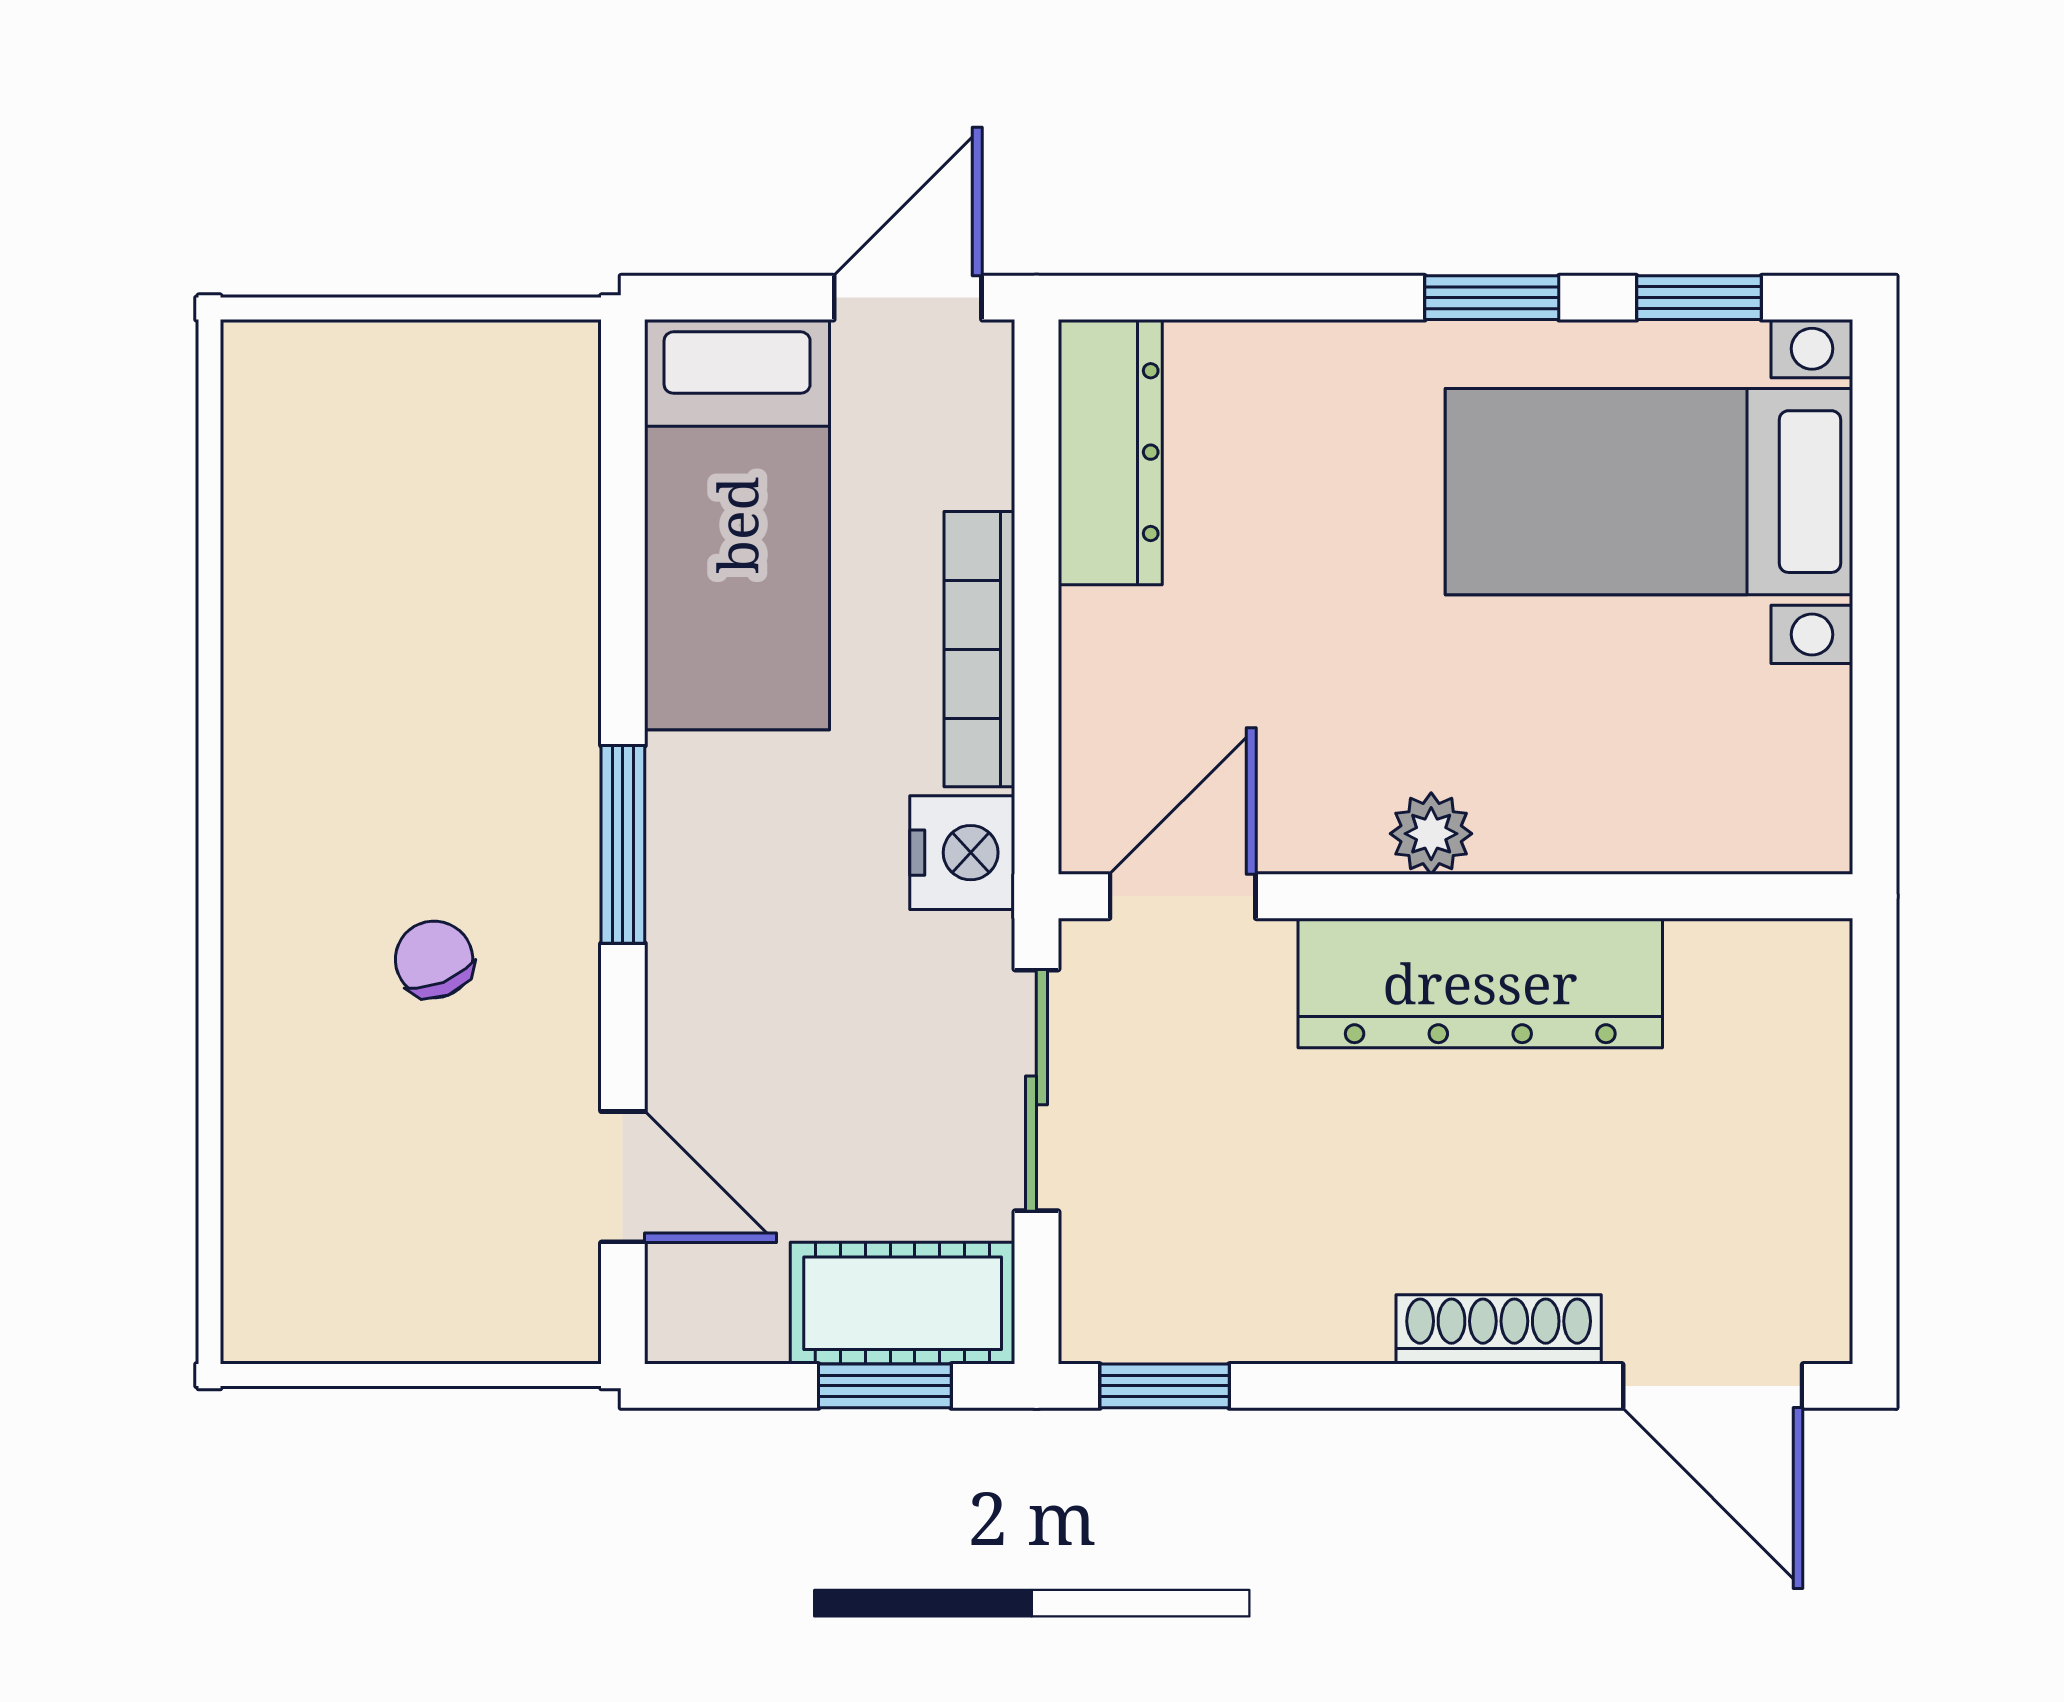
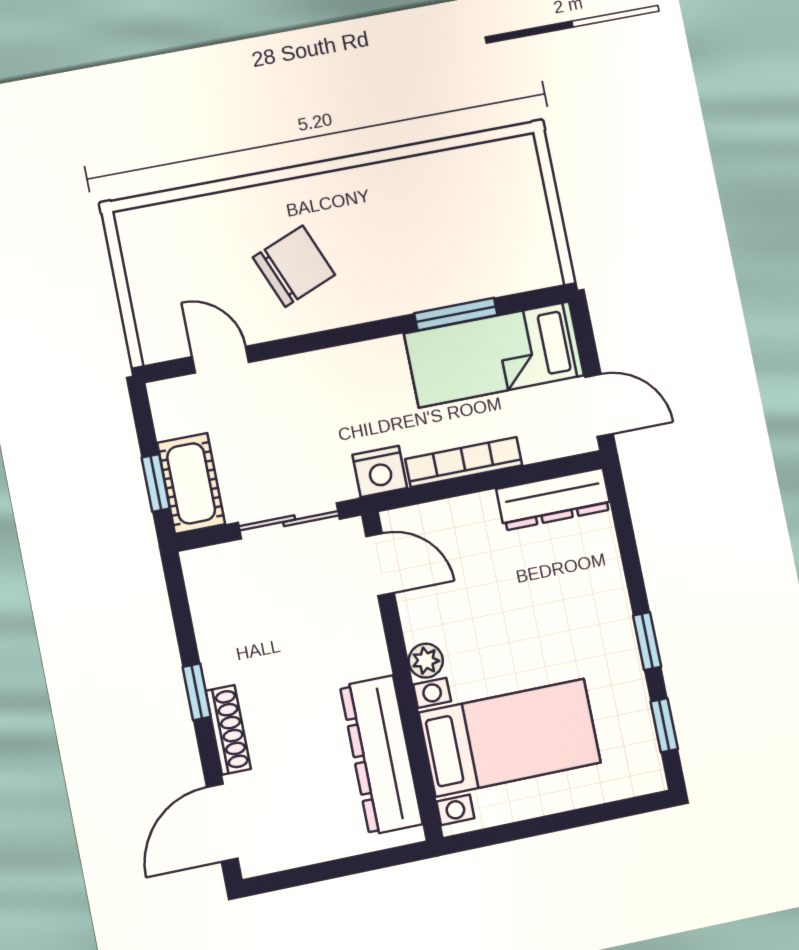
bed with nightstands: (1649, 492) -> (510, 738), moved, turned 90
window: (623, 844) -> (456, 314), moved
chair: (434, 959) -> (294, 266), width x1.87, depth x1.87
dresser: (1480, 983) -> (381, 755), moved
door: (623, 1177) -> (221, 360), swing flipped
window: (1165, 1386) -> (197, 692), moved

